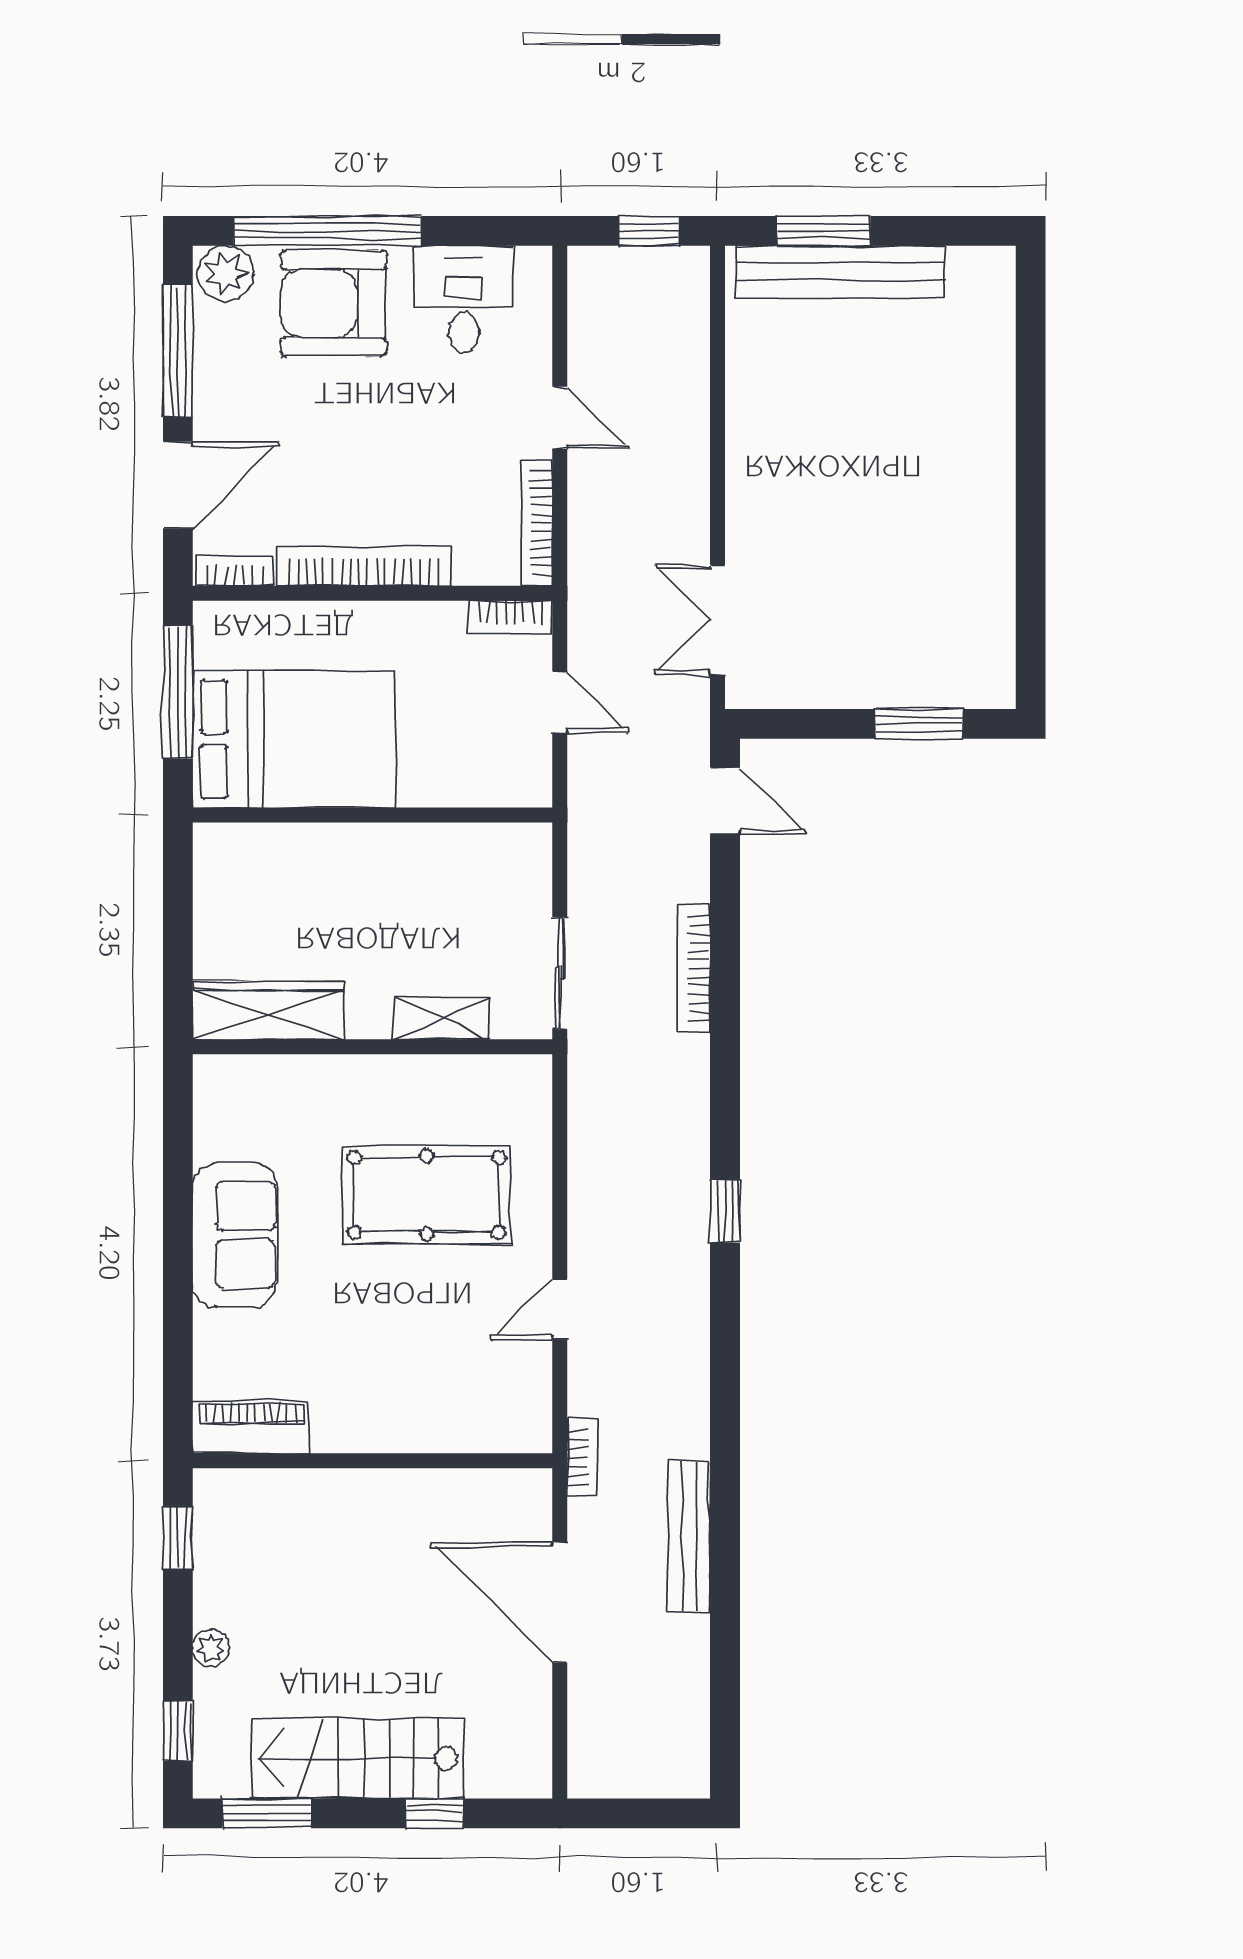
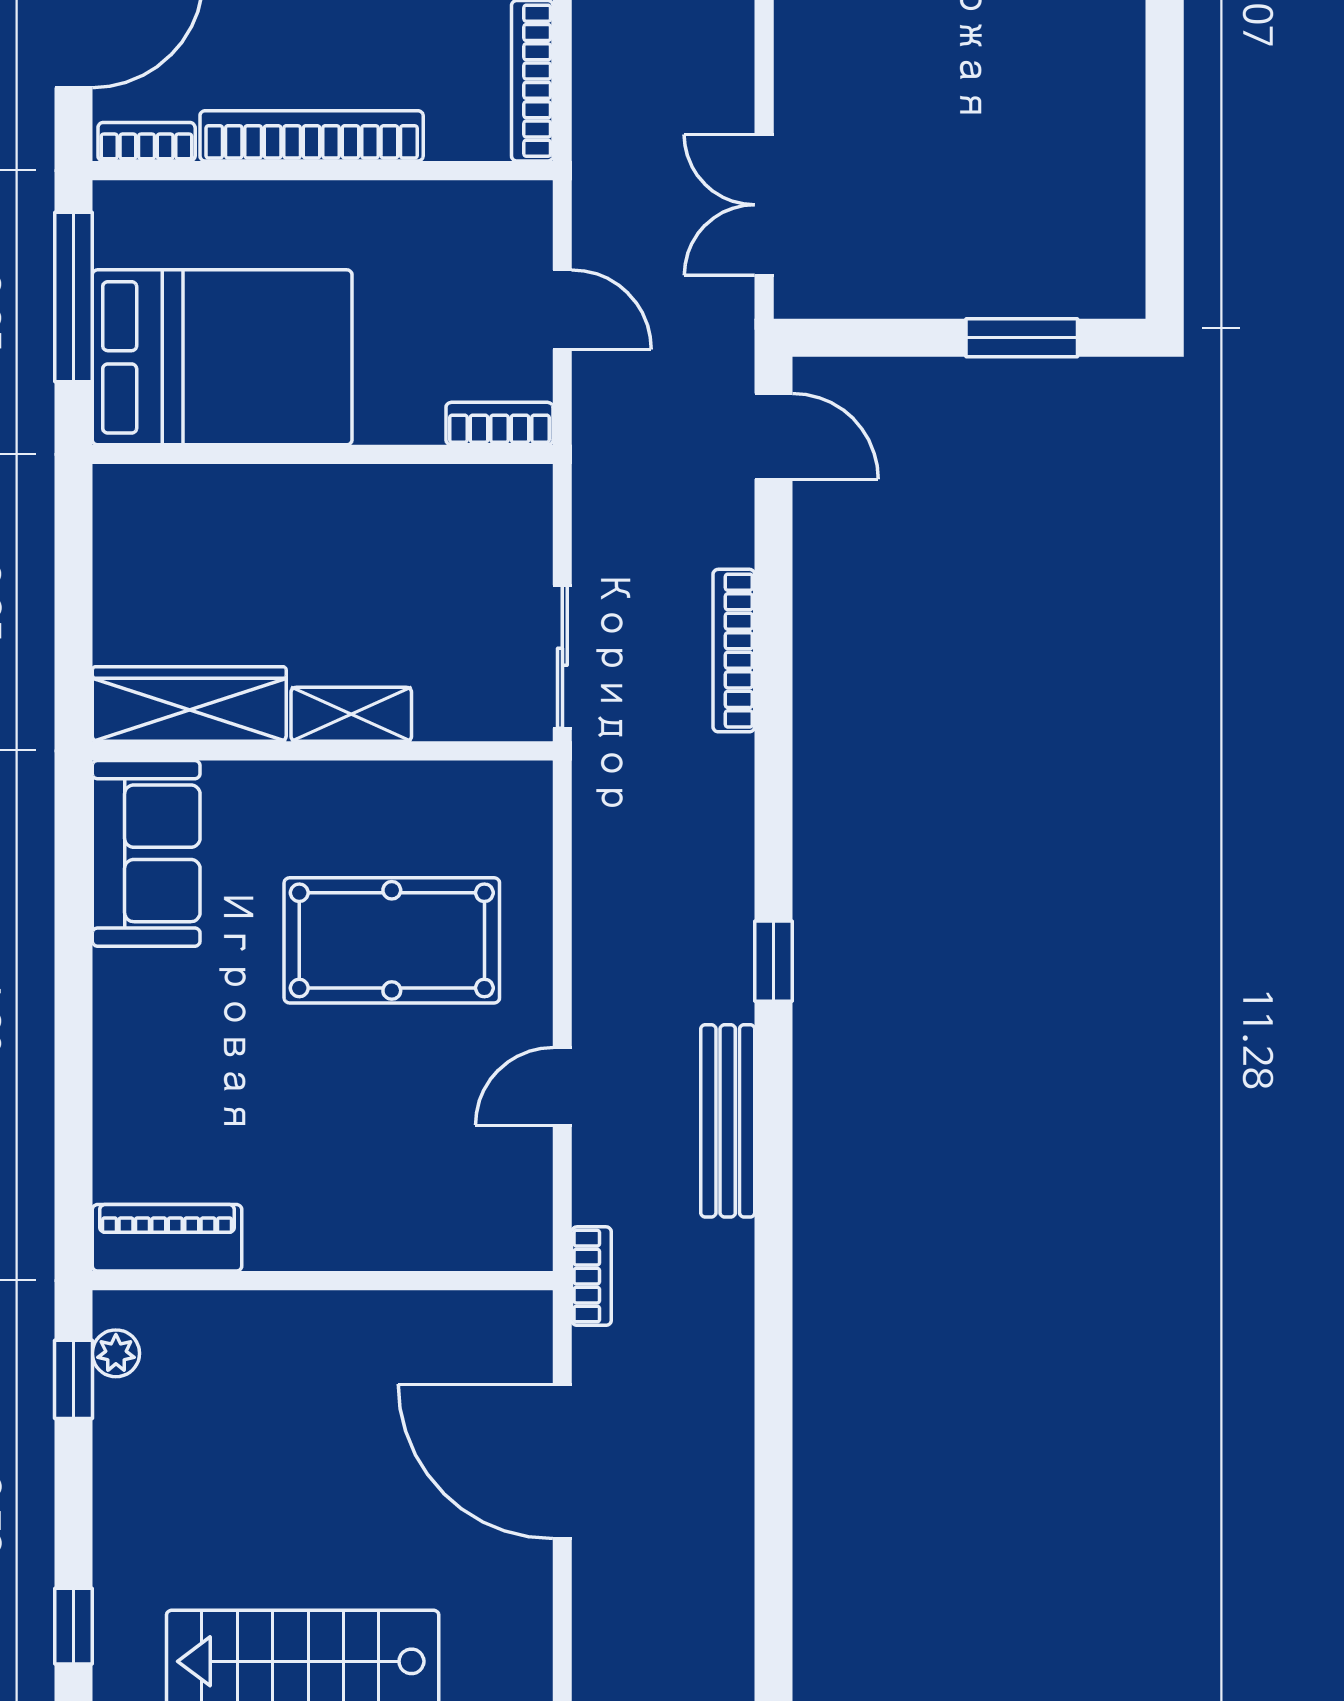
bookcase: (510, 617) -> (499, 424), moved, turned 180
shelving: (441, 1018) -> (351, 714), moved
sofa: (235, 1235) -> (146, 853), moved
bench: (689, 1537) -> (728, 1121), moved
plant: (211, 1648) -> (116, 1353), moved

